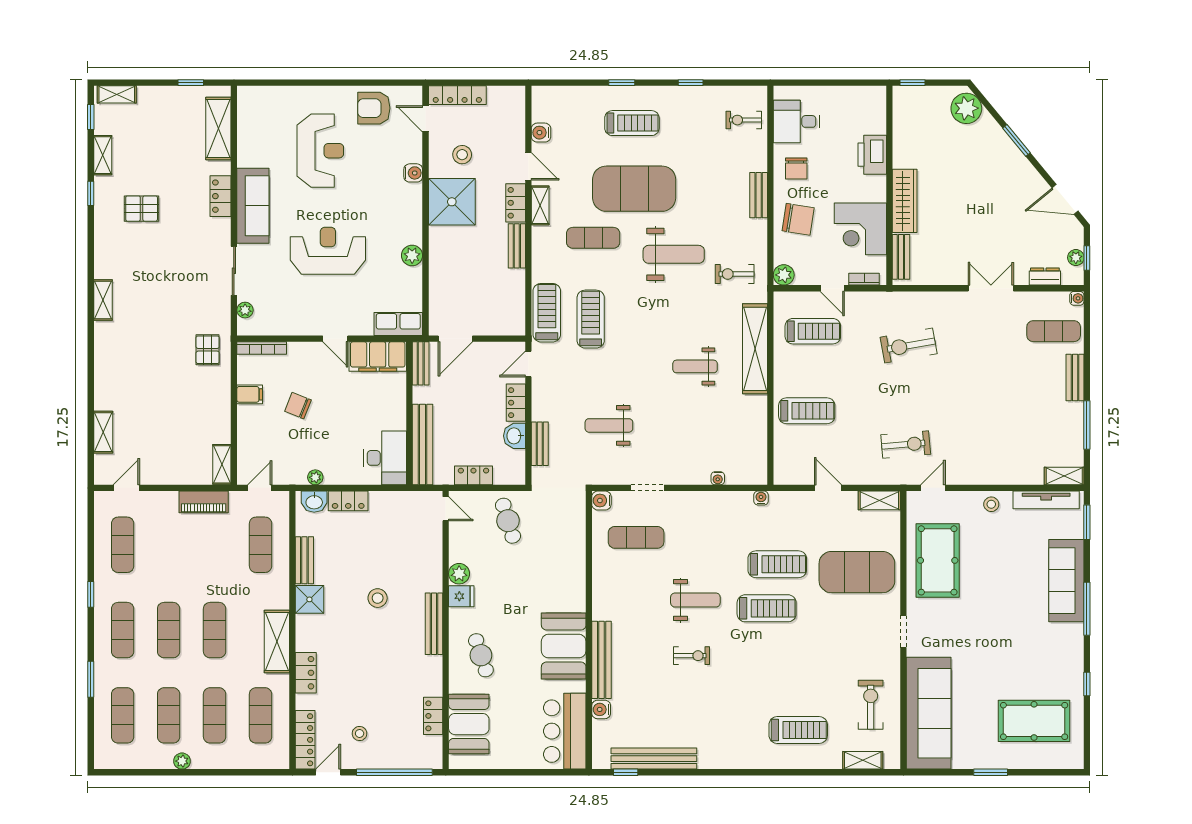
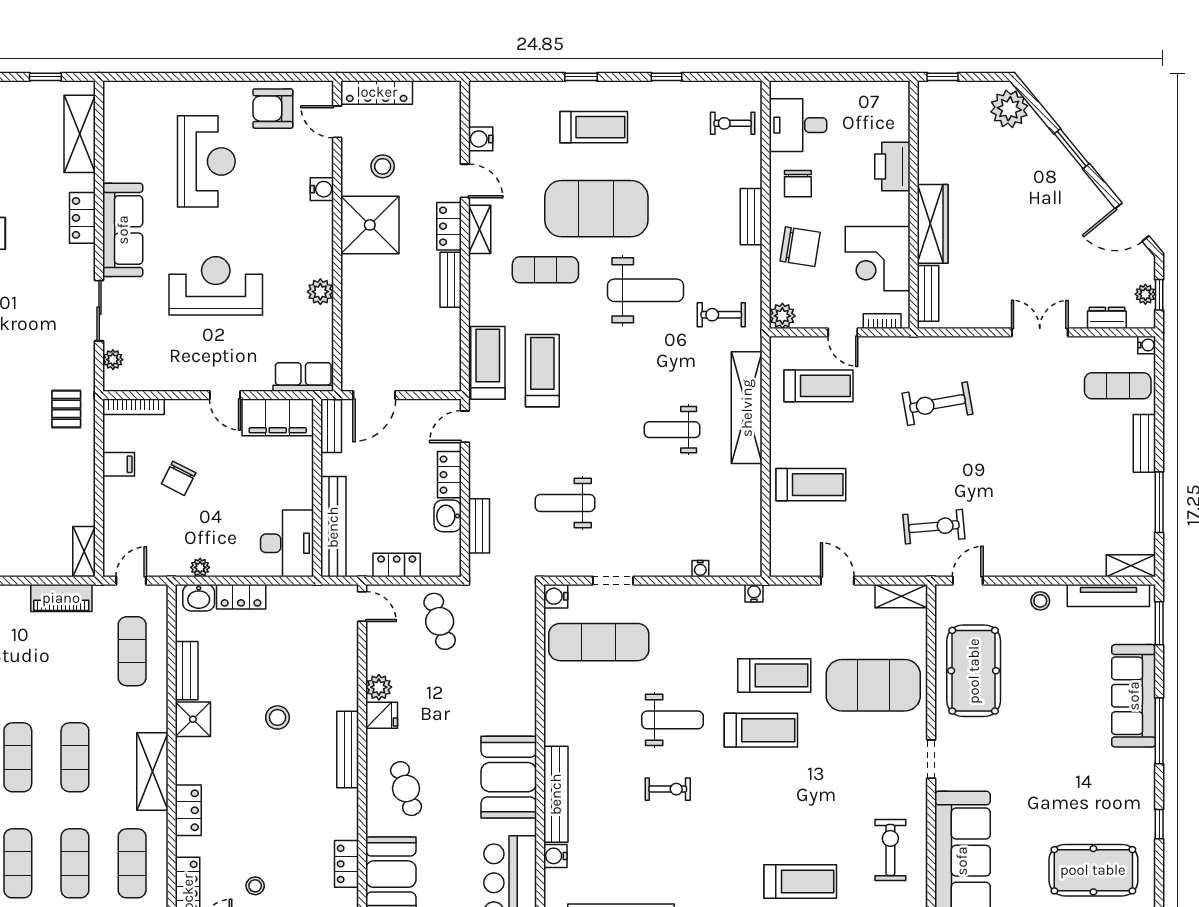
chair: (298, 406) -> (179, 478), turned -85
exercise mat: (636, 537) -> (599, 642), width x1.36, depth x1.45

